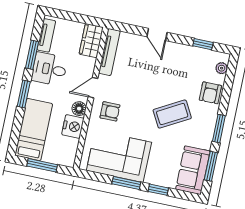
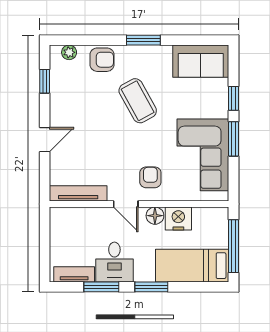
wardrobe: (91, 41) -> (69, 218), removed
window: (42, 165) -> (234, 246), width x1.44
window: (211, 166) -> (191, 40), removed

